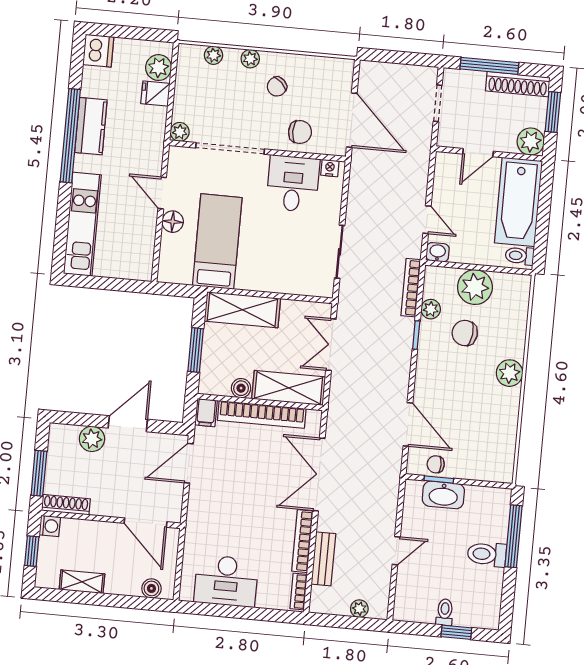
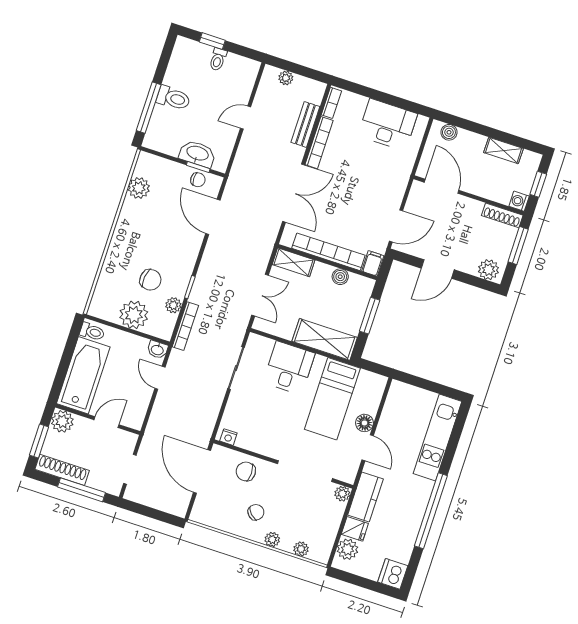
kitchen counter: (91, 126) -> (365, 497), moved, turned 180
desk: (293, 184) -> (289, 368), moved, turned 180
plant: (510, 373) -> (139, 188), moved
shelving: (289, 388) -> (294, 262), width x0.67, depth x0.75
plant: (92, 439) -> (489, 270), moved

